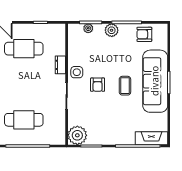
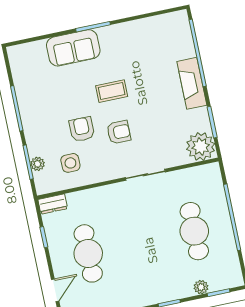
plant: (112, 30) -> (33, 128), removed
armchair: (144, 34) -> (82, 129), moved, turned 180
dresser: (60, 65) -> (53, 204), moved
side table: (77, 72) -> (70, 163), moved
sofa: (155, 81) -> (73, 48), width x0.54, depth x0.79
fireplace: (151, 138) -> (192, 83), moved

